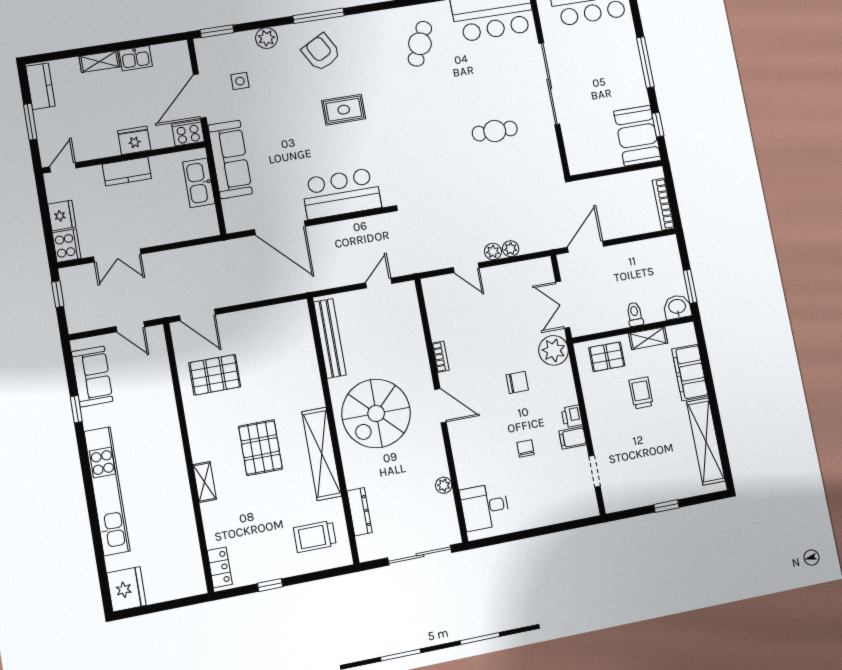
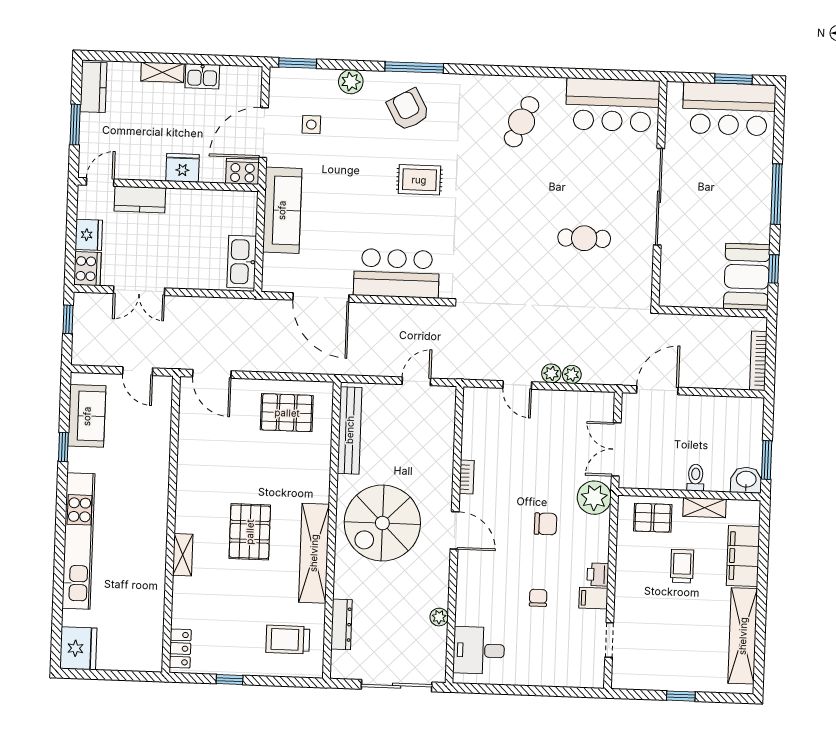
kitchen counter: (127, 171) -> (140, 200), moved
kitchen sink: (199, 183) -> (242, 262), moved
pallet: (215, 375) -> (287, 413), moved

